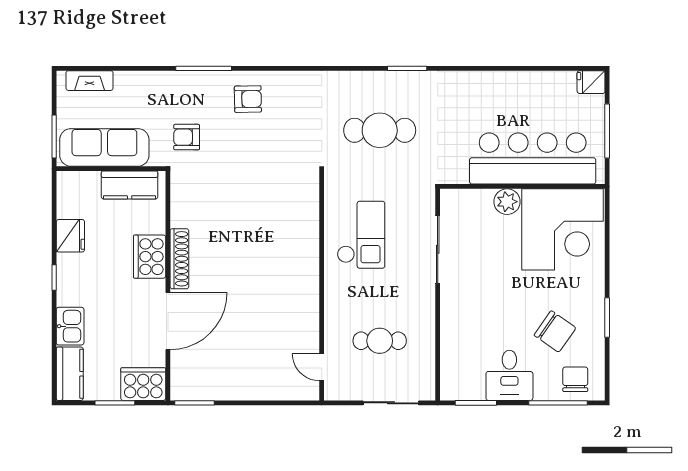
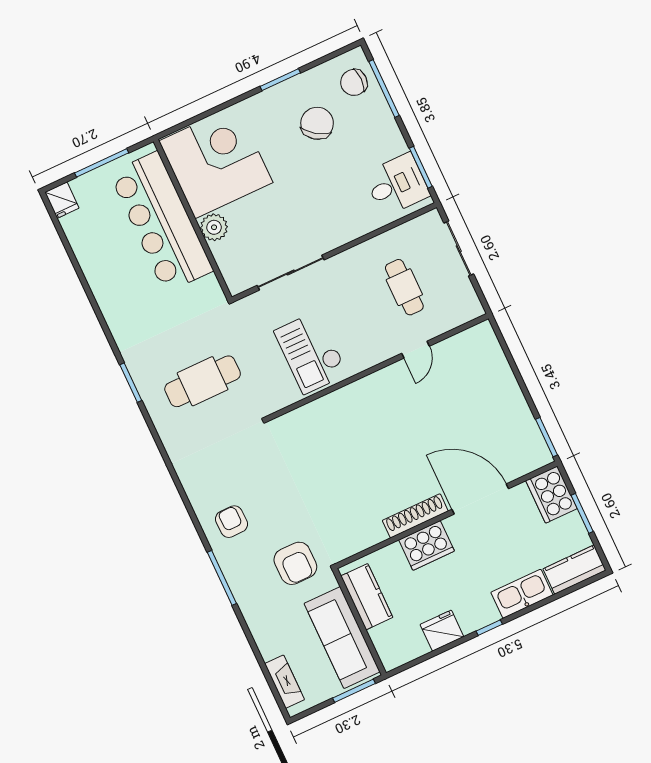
cafe table: (380, 130) -> (203, 381), turned 90
armchair: (187, 137) -> (295, 563), width x1.38, depth x1.38
checkout: (361, 235) -> (311, 352), turned -90
kitchen sink: (70, 326) -> (522, 594), width x1.38
door: (322, 367) -> (416, 350), moved
desk: (509, 375) -> (397, 185), moved

